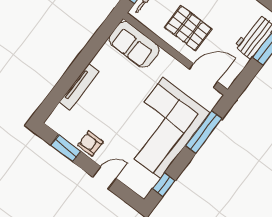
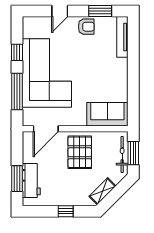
pallet: (188, 28) -> (80, 152), turned 90
tv unit: (79, 87) -> (122, 37), moved
window: (164, 185) -> (17, 52), moved

